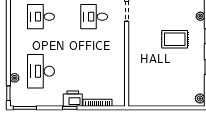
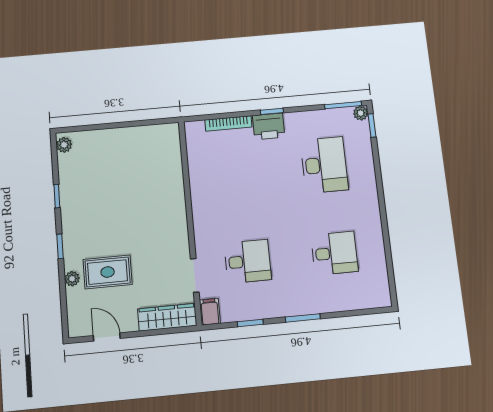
rug: (175, 39) -> (108, 272), moved
plant: (15, 78) -> (361, 113), moved

